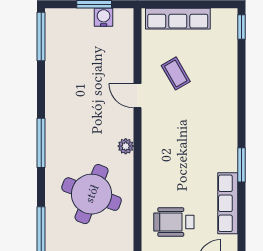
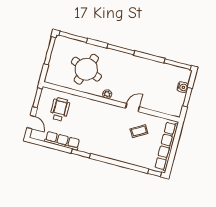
water cooler: (104, 17) -> (183, 87), moved
row of seats: (178, 19) -> (166, 146), width x1.36

